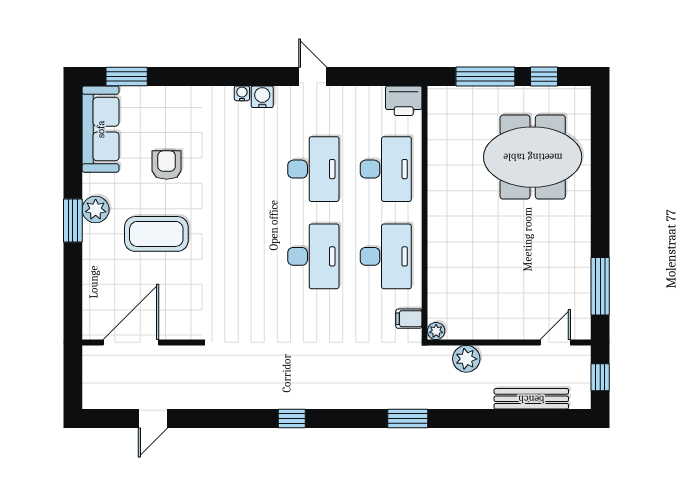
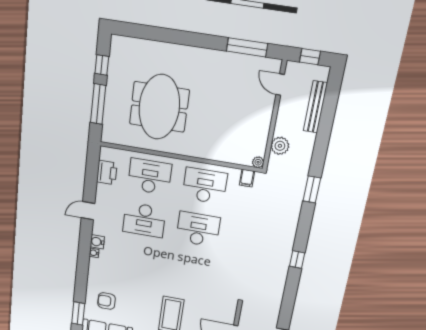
printer: (404, 101) -> (107, 172), moved
meeting table: (533, 157) -> (159, 107), moved
armchair: (167, 165) -> (107, 301), moved
desk: (313, 169) -> (144, 220), turned 180

